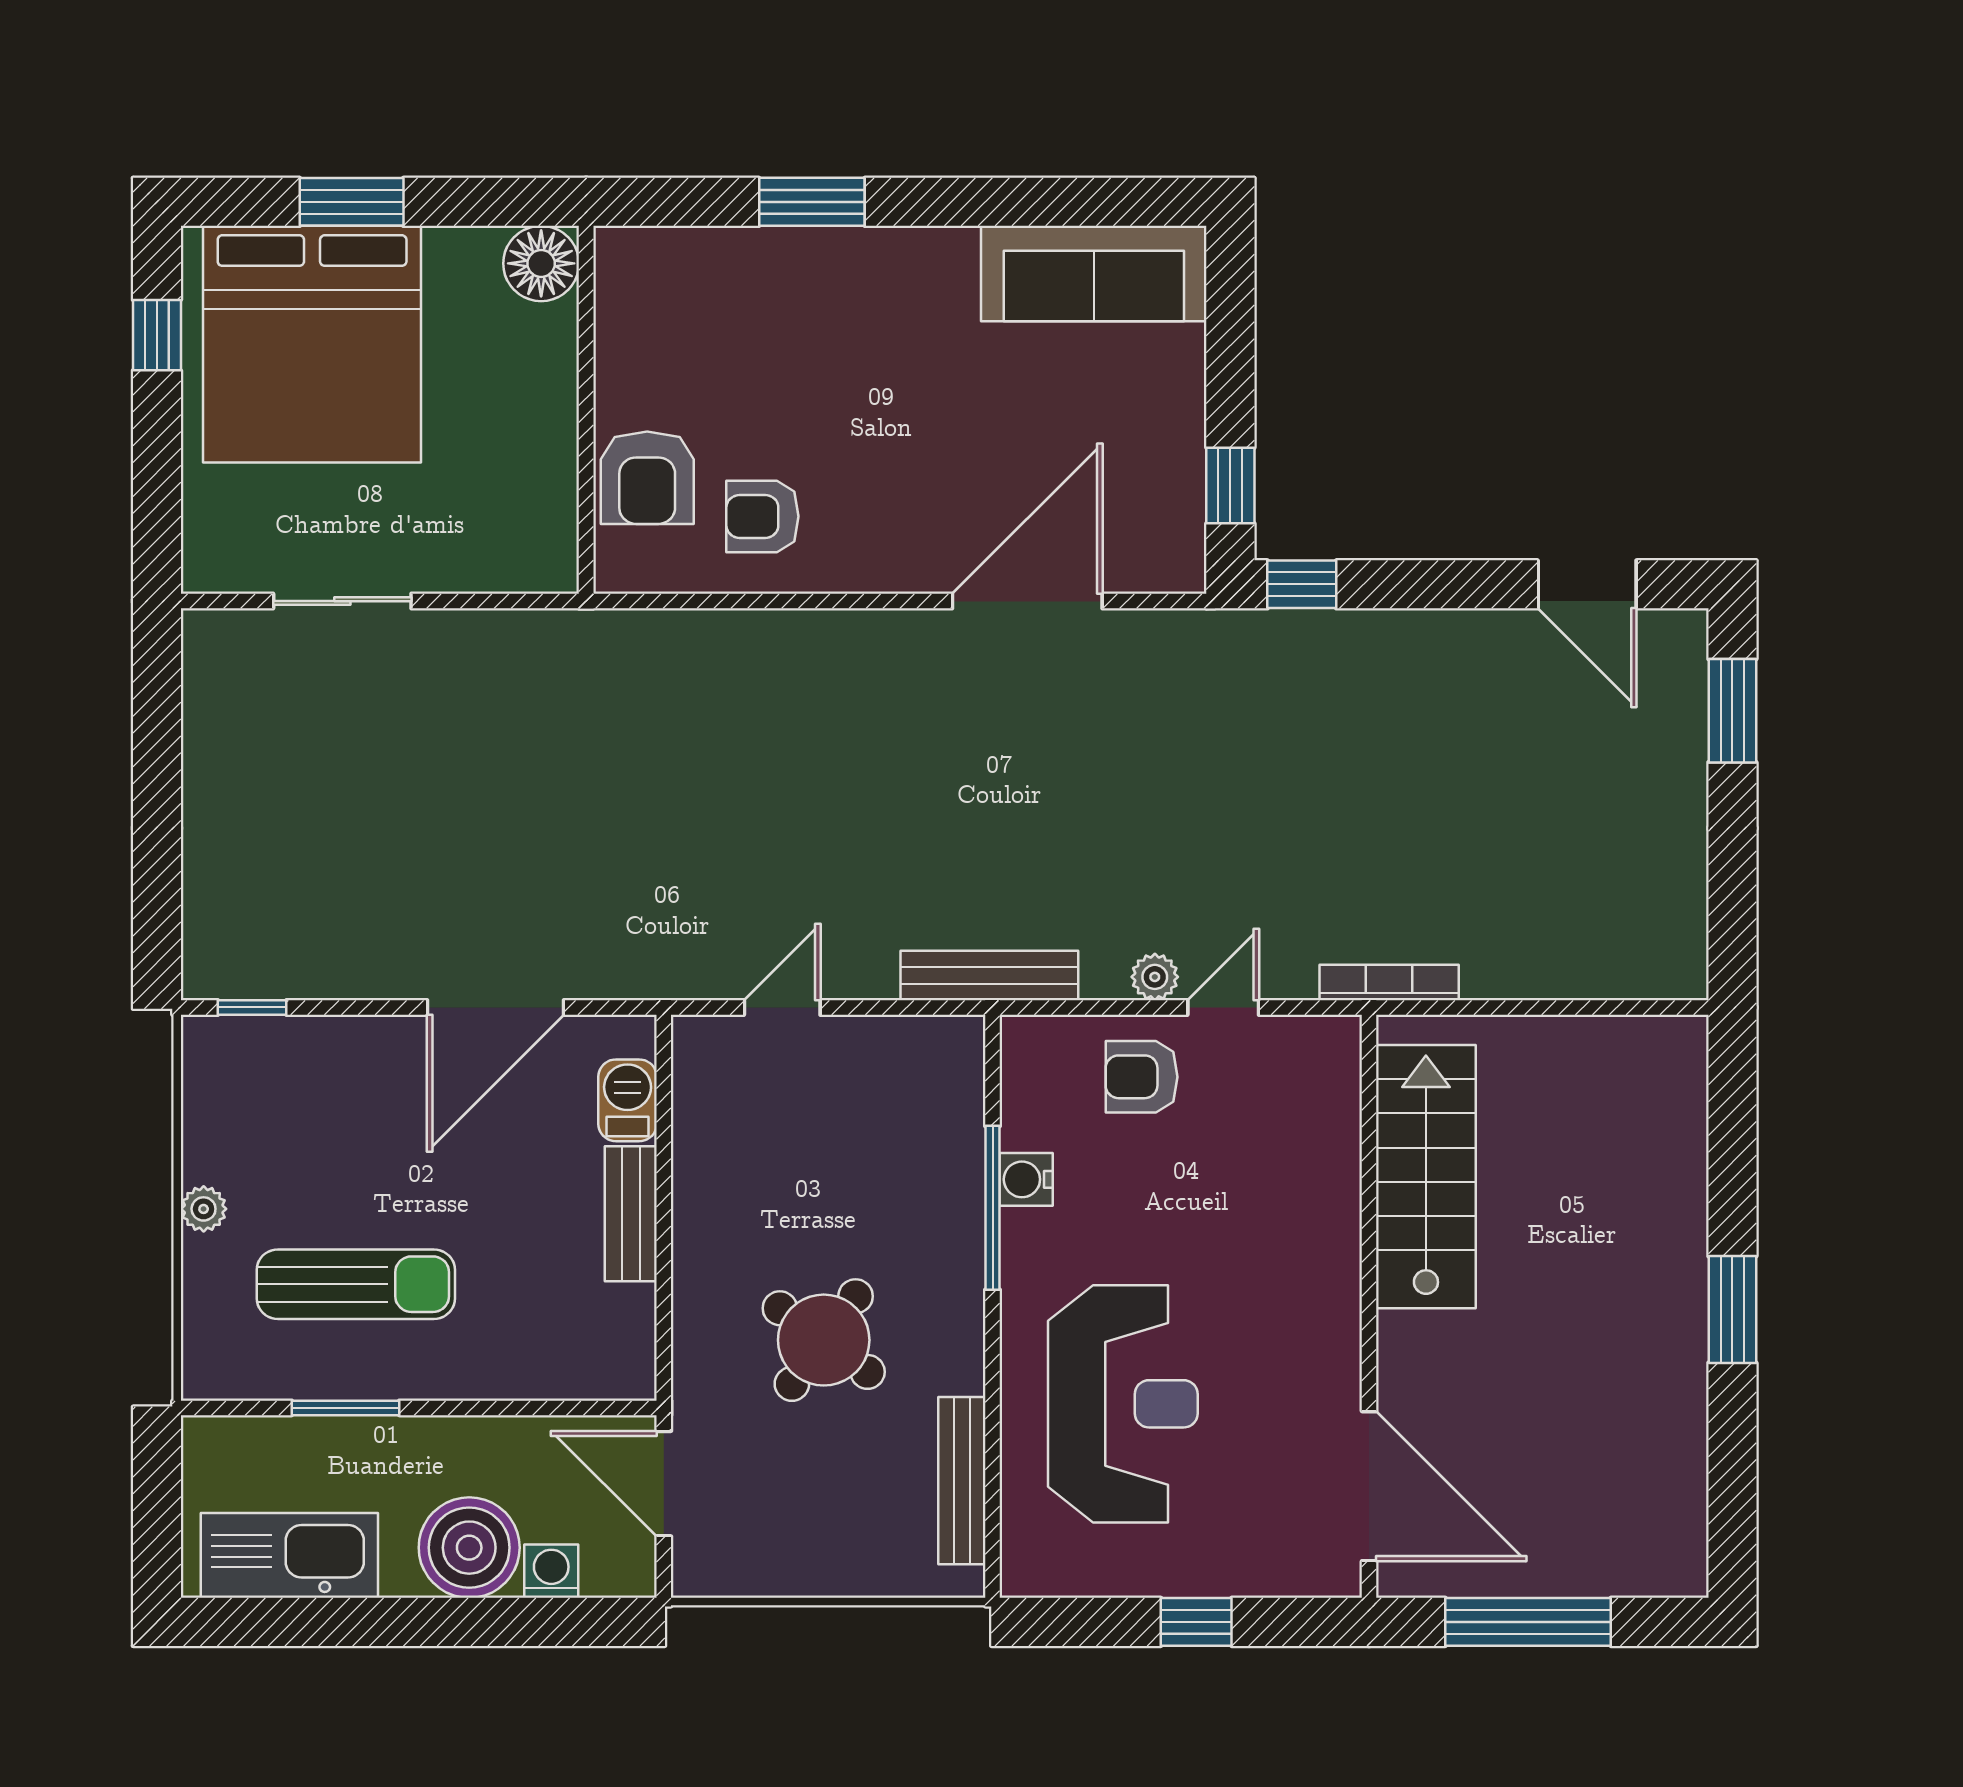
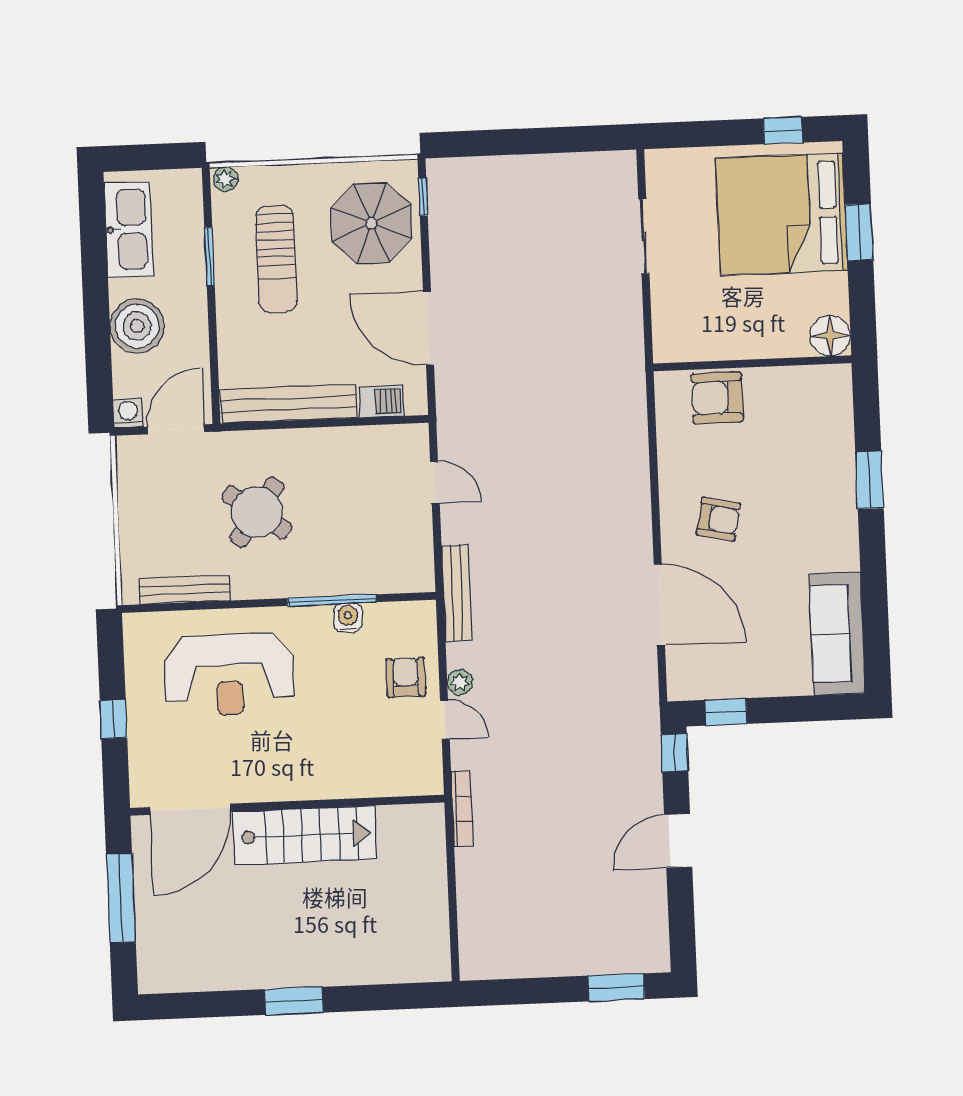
armchair: (762, 516) -> (718, 519), moved, turned 102
door: (1587, 584) -> (678, 841), moved
parasol: (297, 1105) -> (371, 223), added
stairs: (1426, 1177) -> (305, 835), moved
plant: (204, 1209) -> (225, 179), moved
bench: (631, 1214) -> (289, 404), width x1.86, depth x1.21
washing machine: (551, 1571) -> (128, 413), moved, turned -90

